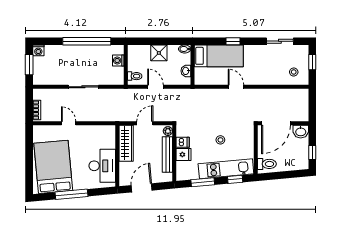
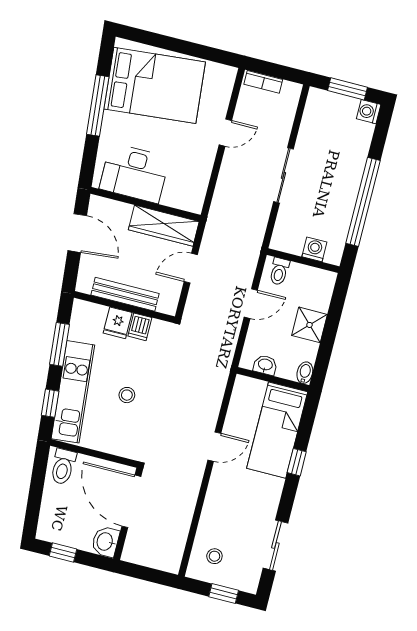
door: (145, 123) -> (191, 268), swing flipped
plant: (168, 131) -> (166, 306), removed

